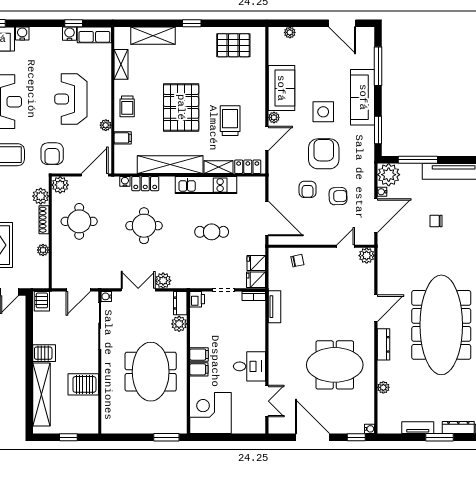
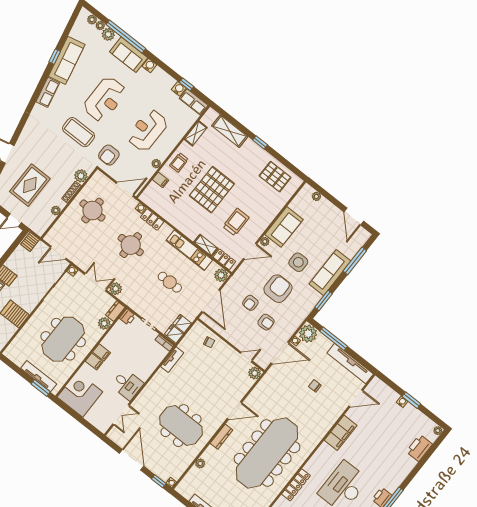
shelving: (170, 165) -> (177, 220), removed
plant: (60, 185) -> (221, 275), moved
tv unit: (155, 427) -> (39, 376), added

